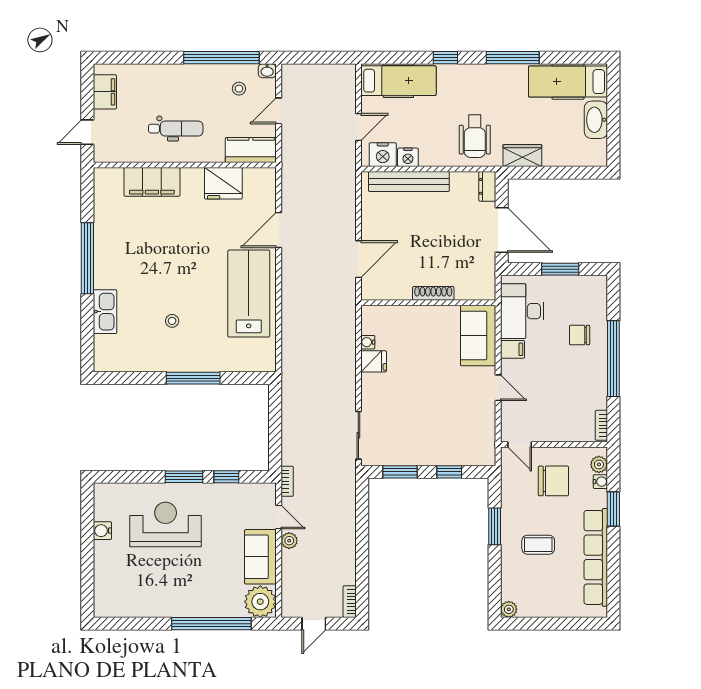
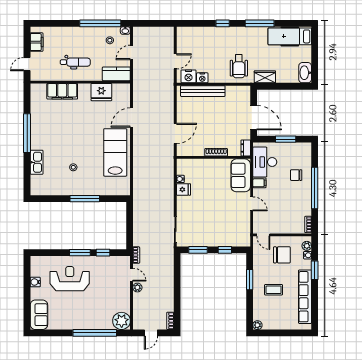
hospital bed: (398, 81) -> (197, 36), removed
washbasin: (596, 120) -> (305, 73), moved
dresser: (487, 186) -> (246, 148), moved
sofa: (260, 557) -> (39, 315), moved, turned 180

